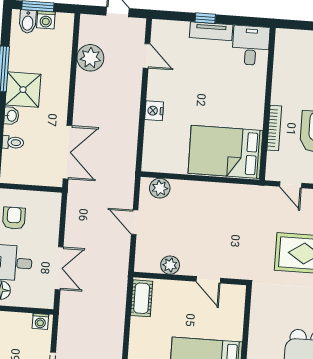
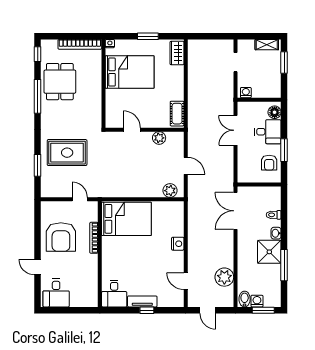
bidet: (28, 22) -> (245, 299), moved

